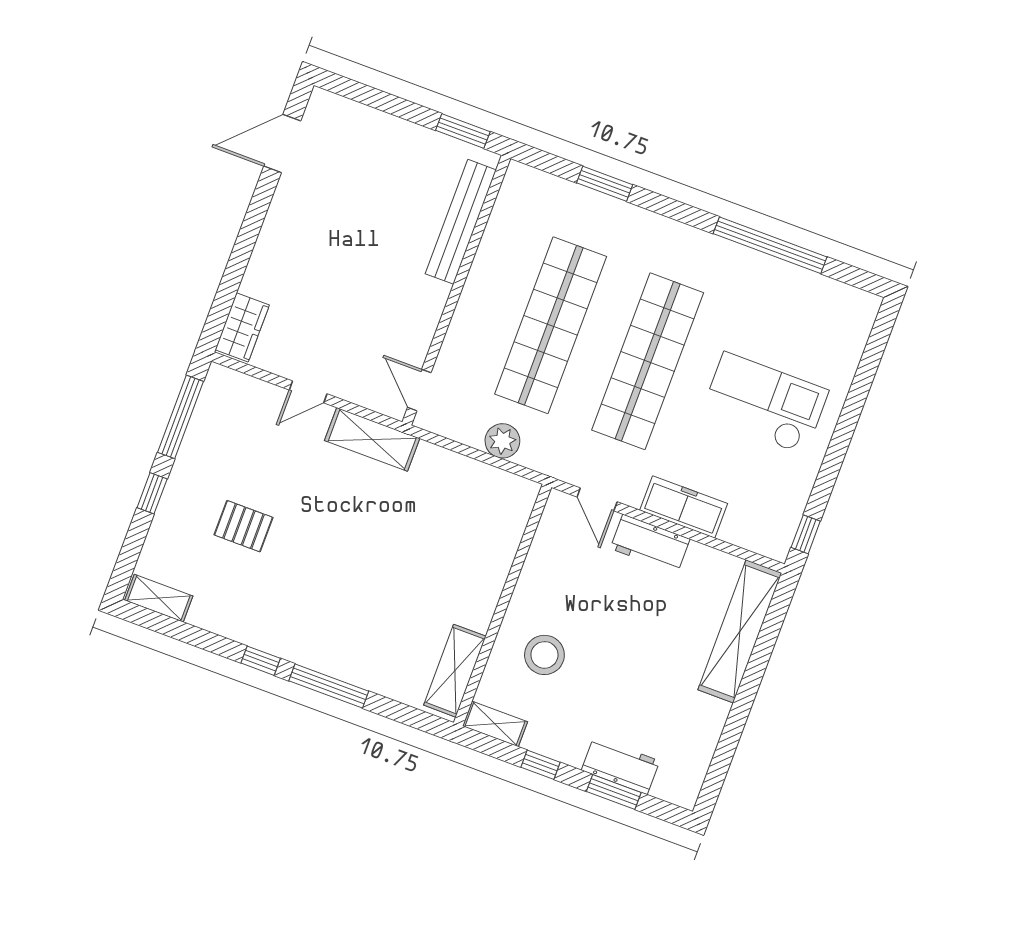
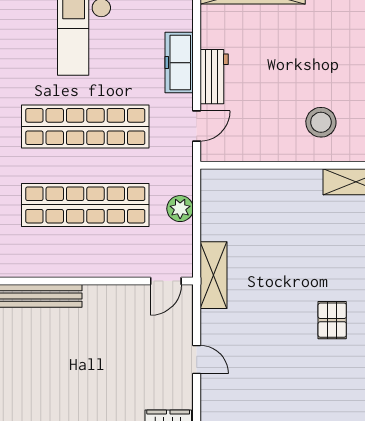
shelving: (372, 439) -> (213, 275), moved
pallet: (244, 526) -> (332, 320), moved

